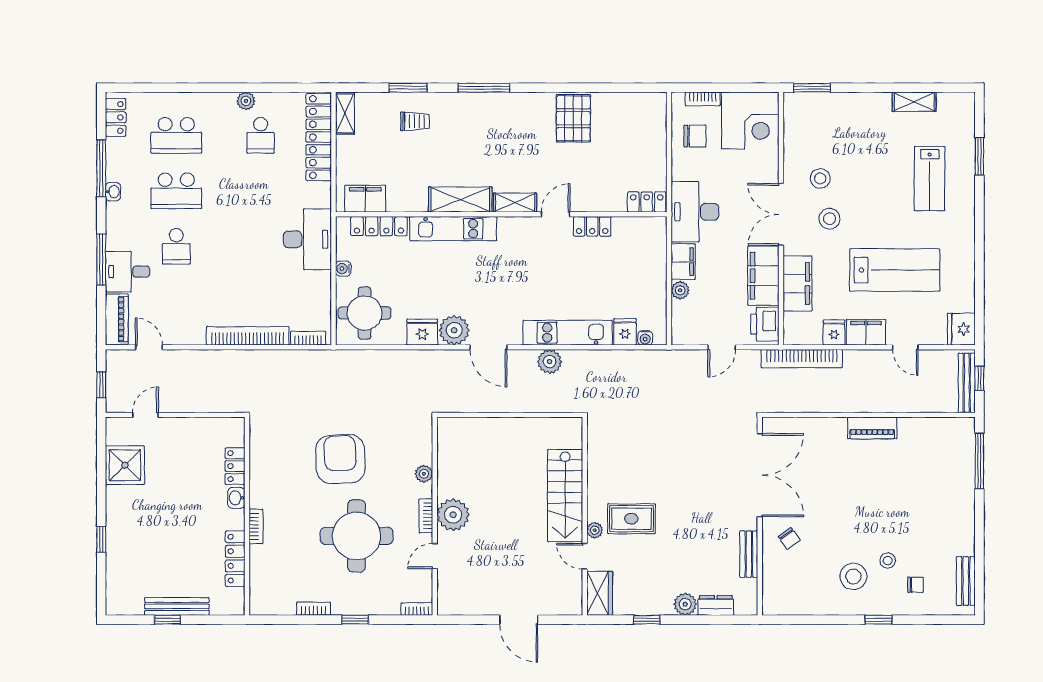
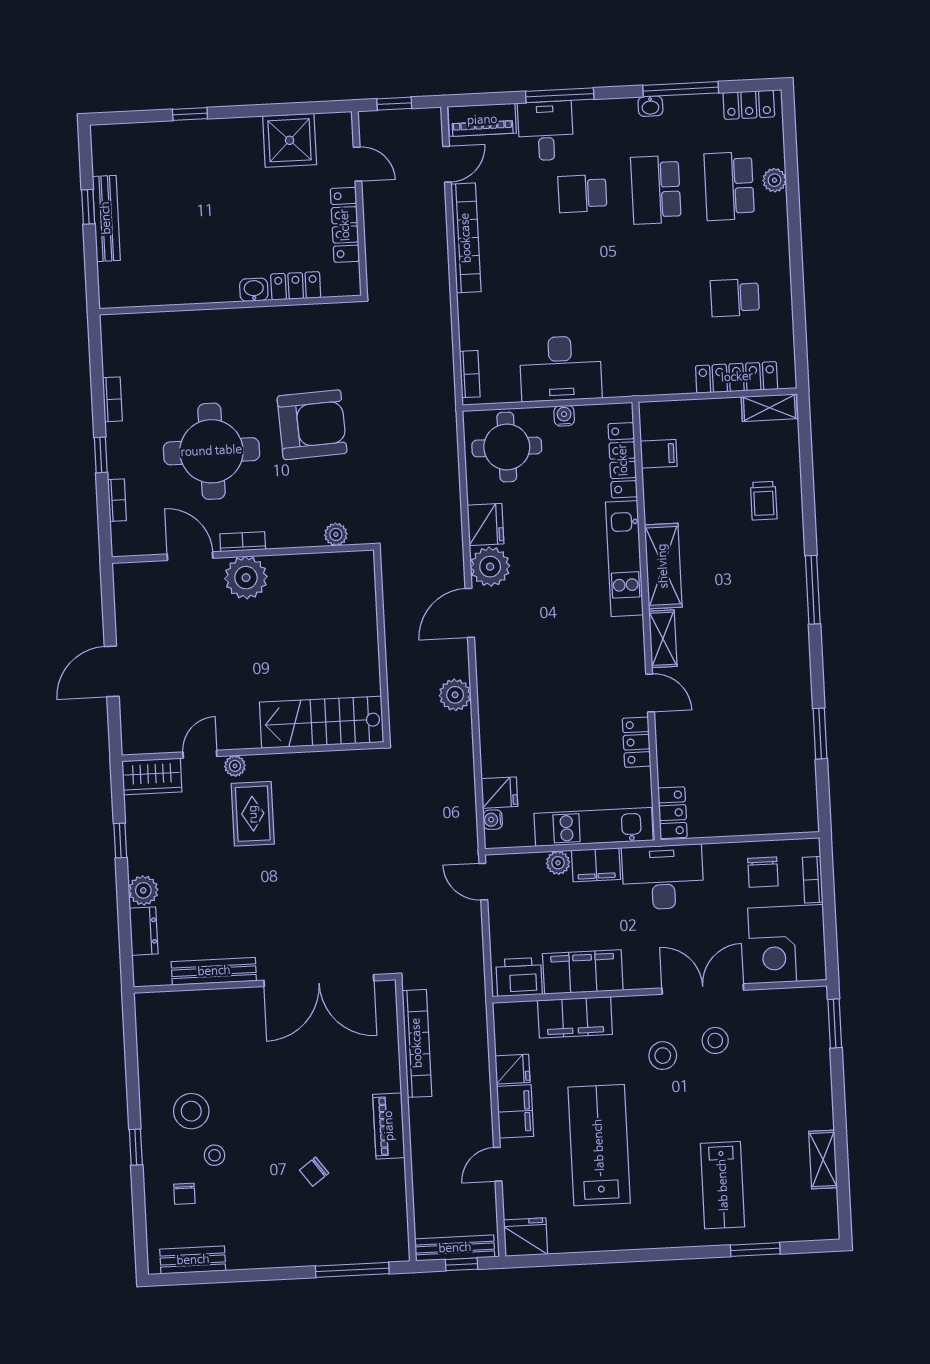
window: (408, 88) -> (820, 734), moved
plant: (246, 101) -> (774, 180), moved
pallet: (573, 118) -> (778, 710), removed
locker: (319, 137) -> (737, 377), width x0.71, depth x0.83
lab bench: (930, 178) -> (723, 1185), turned -90
filing cabinet: (365, 199) -> (659, 454), width x0.50
double door: (781, 214) -> (703, 989), moved
desk: (307, 239) -> (561, 369), moved
lab bench: (895, 270) -> (599, 1145), turned 180
kitchen unit: (568, 333) -> (594, 827), moved, turned -90
bookcase: (248, 336) -> (466, 238), moved
door: (722, 347) -> (483, 882), moved
bookcase: (802, 359) -> (417, 1043), moved, turned 180
plant: (424, 474) -> (336, 534), moved
stairs: (565, 496) -> (322, 722), moved
bookcase: (256, 526) -> (217, 318), removed
chair: (789, 539) -> (314, 1172), moved
bench: (749, 554) -> (214, 971), width x1.36
door: (435, 556) -> (190, 556), width x1.38
locker: (235, 559) -> (345, 225), moved, turned -90
bookcase: (417, 609) -> (117, 500), moved

